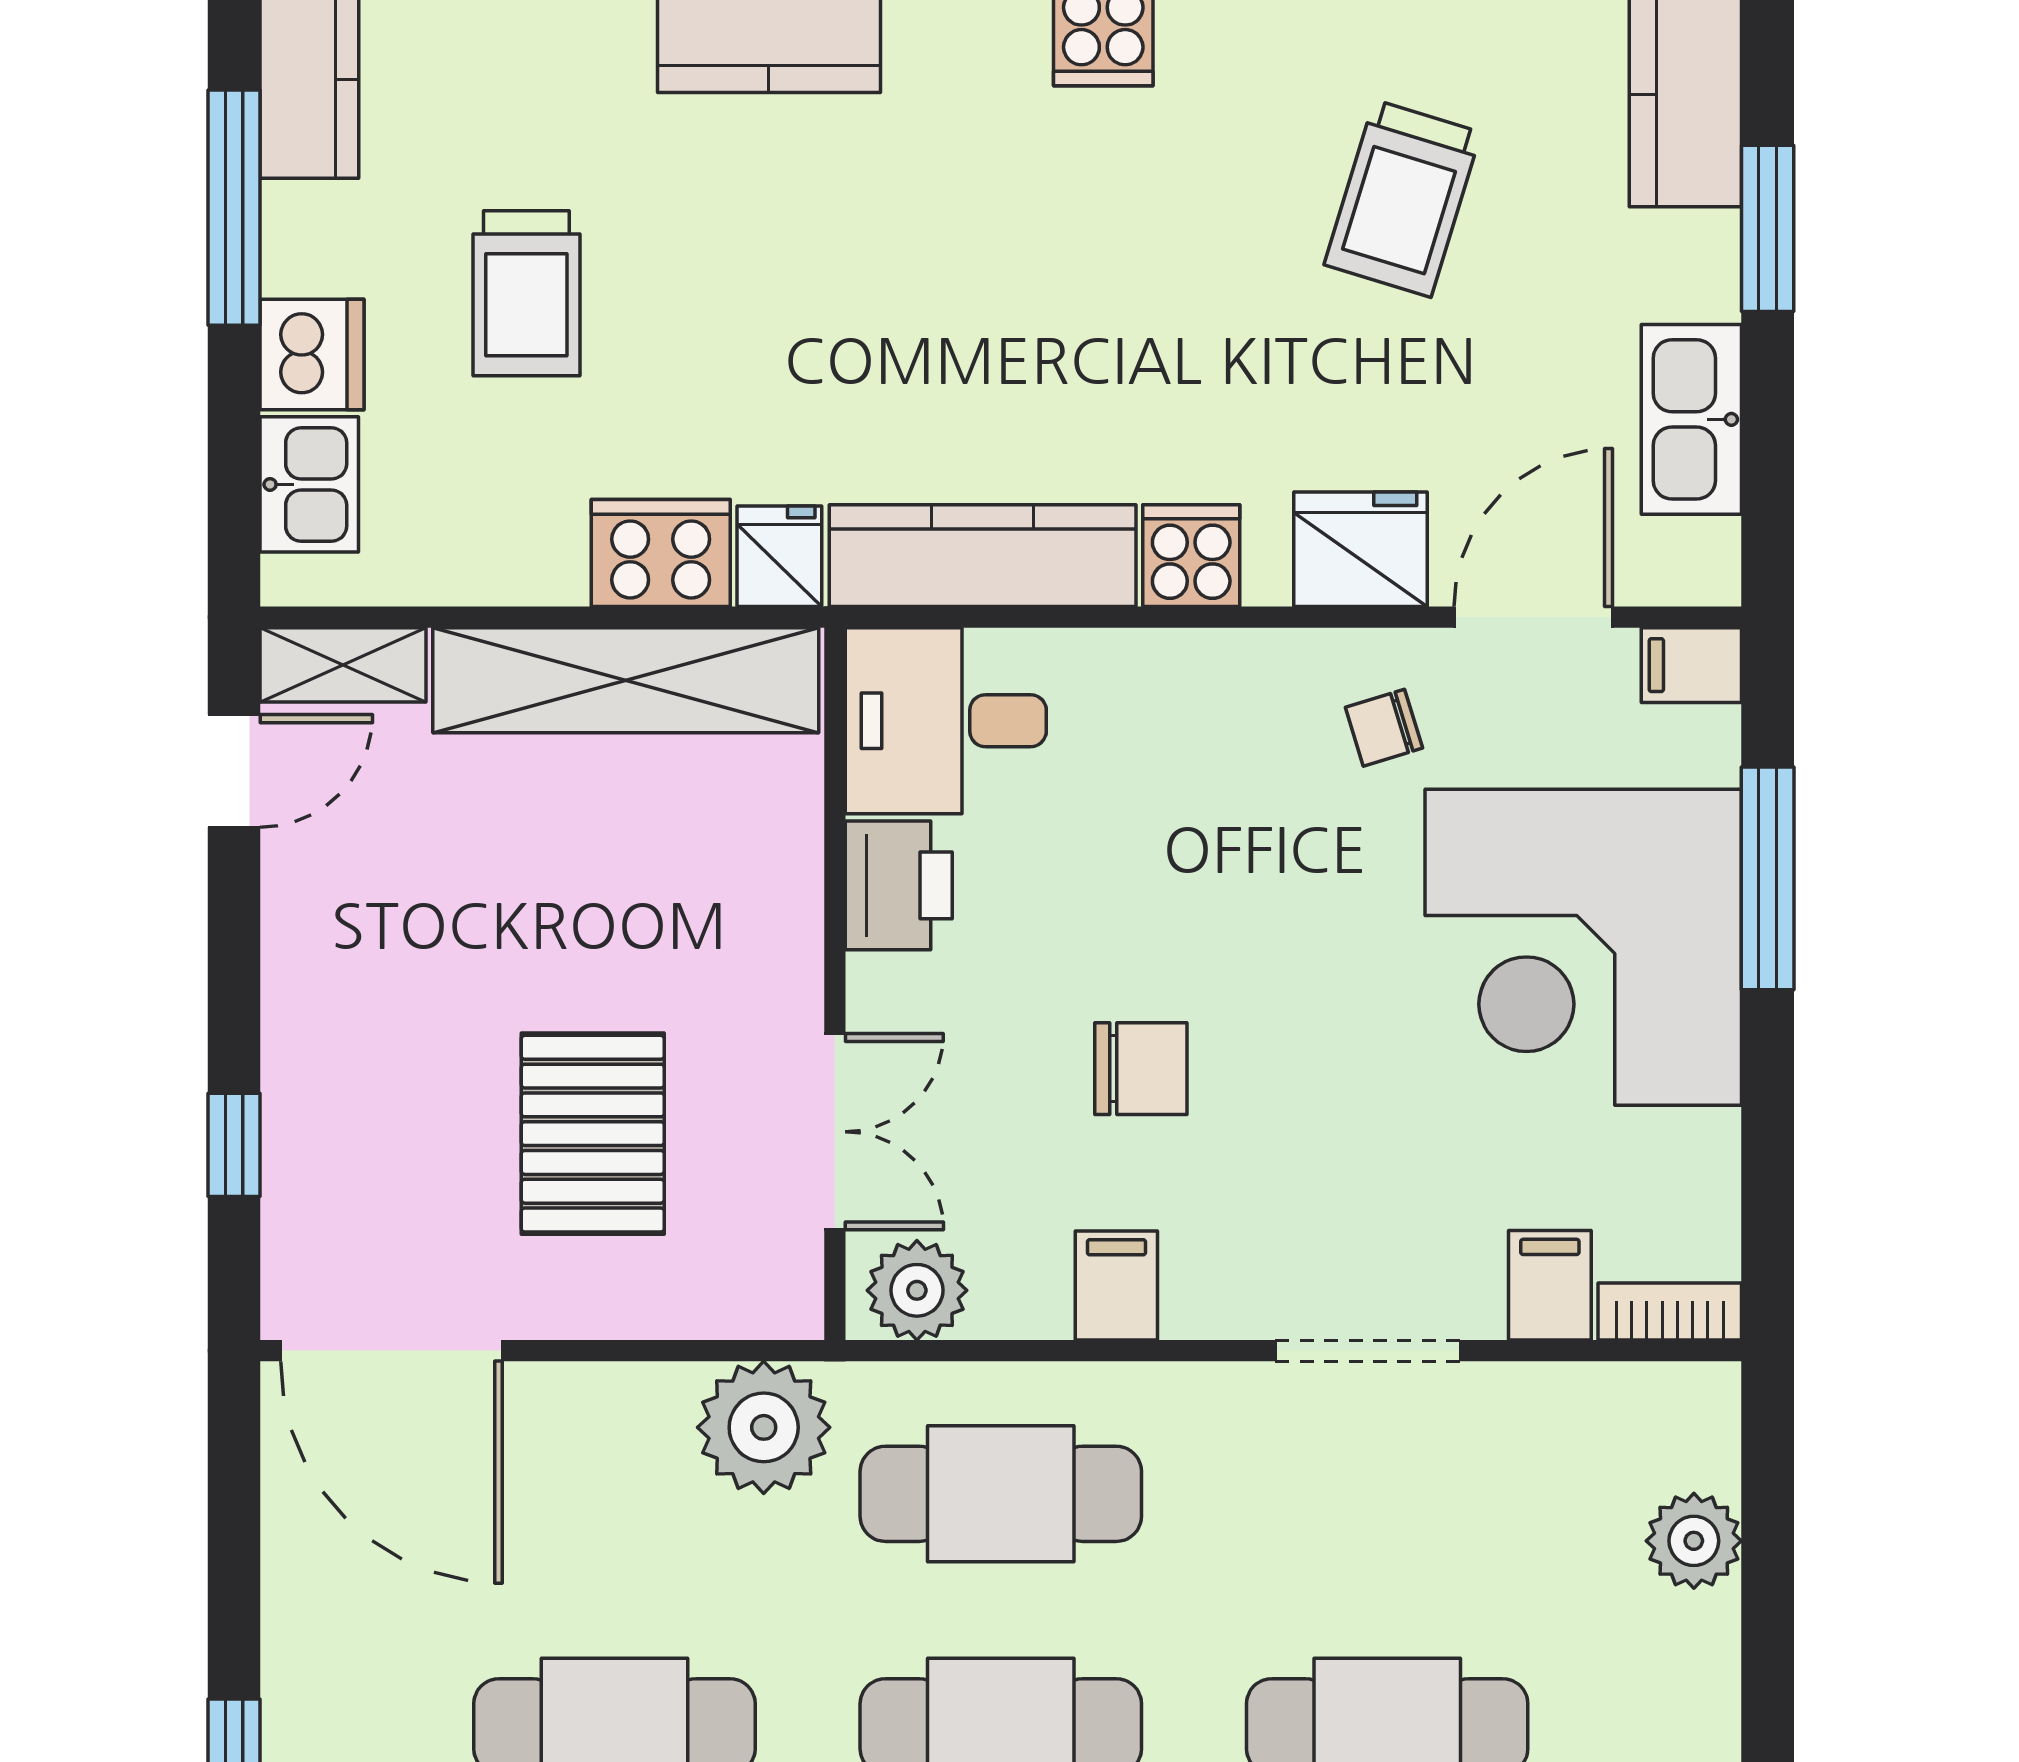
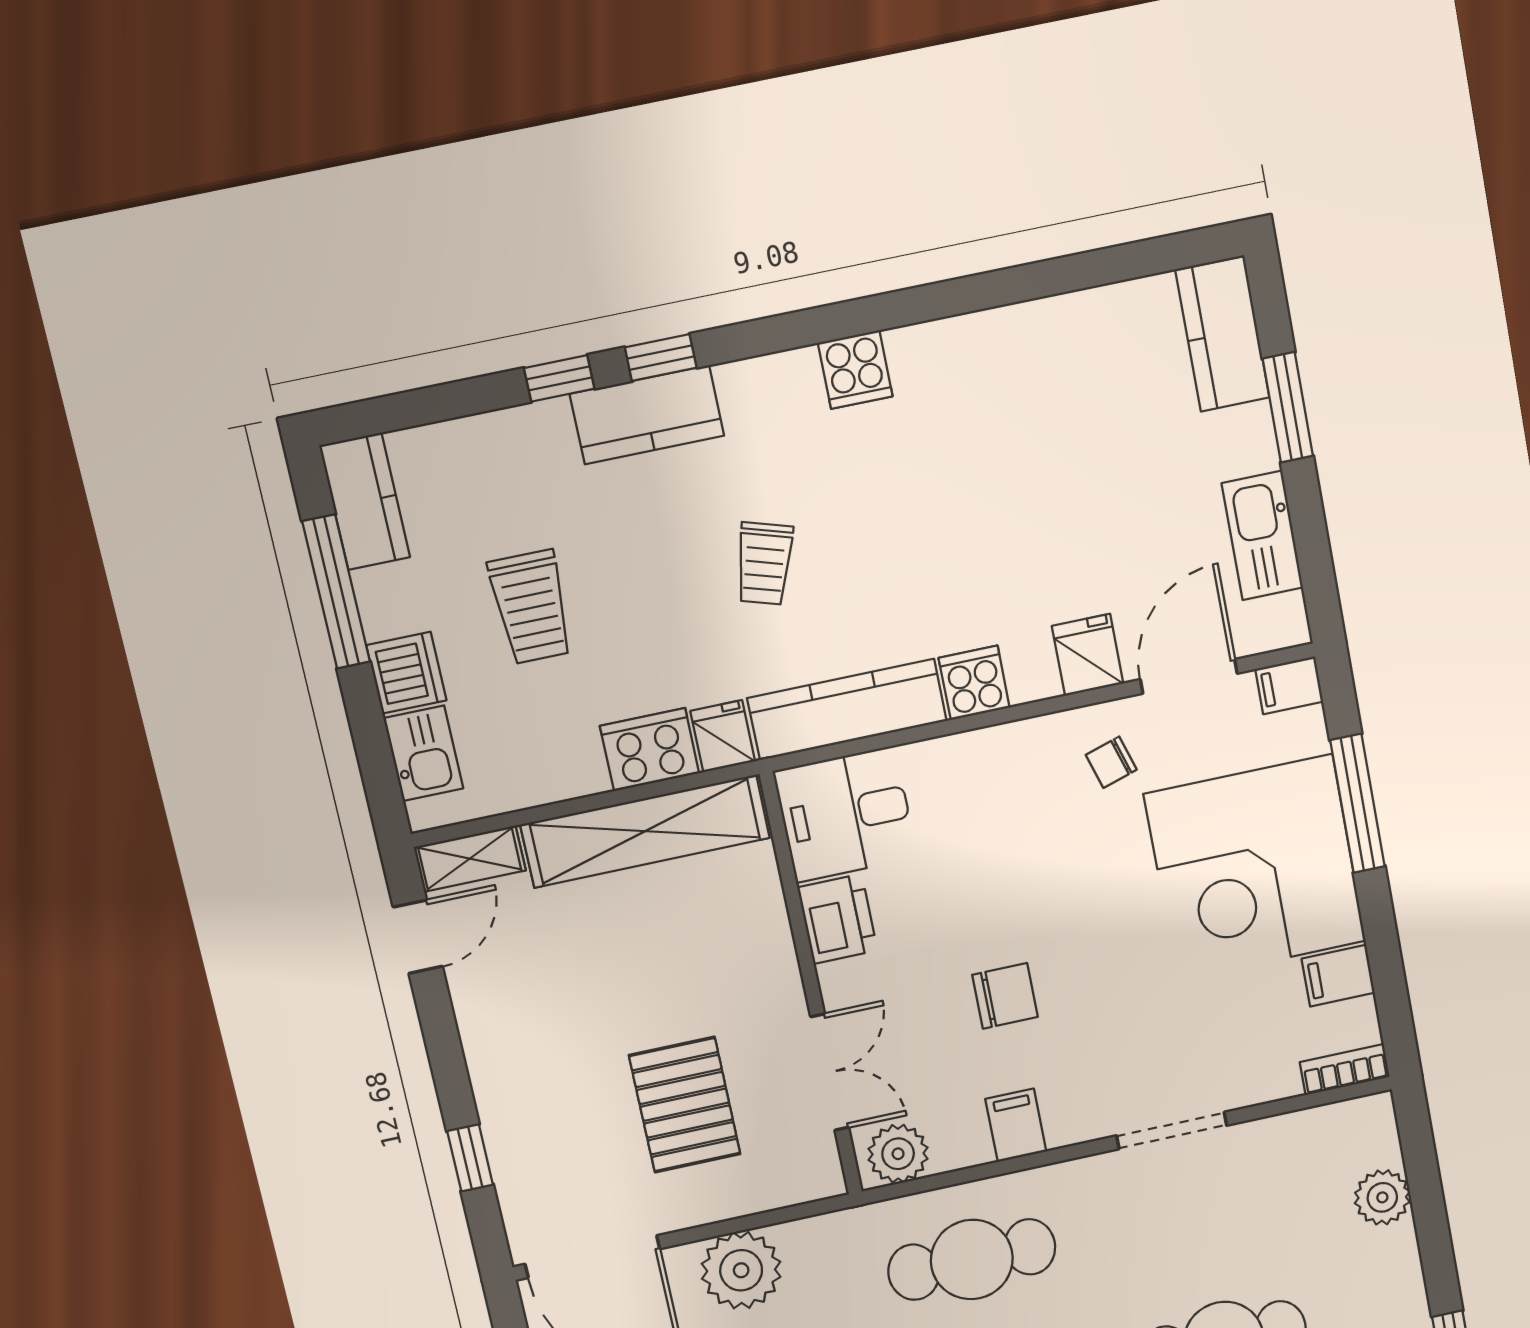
trolley: (1403, 199) -> (764, 564), moved, width x0.73, depth x0.72
fridge: (1361, 549) -> (1088, 655), width x0.72
filing cabinet: (1550, 1285) -> (1338, 976), moved, turned -90
plant: (764, 1427) -> (741, 1270), moved

